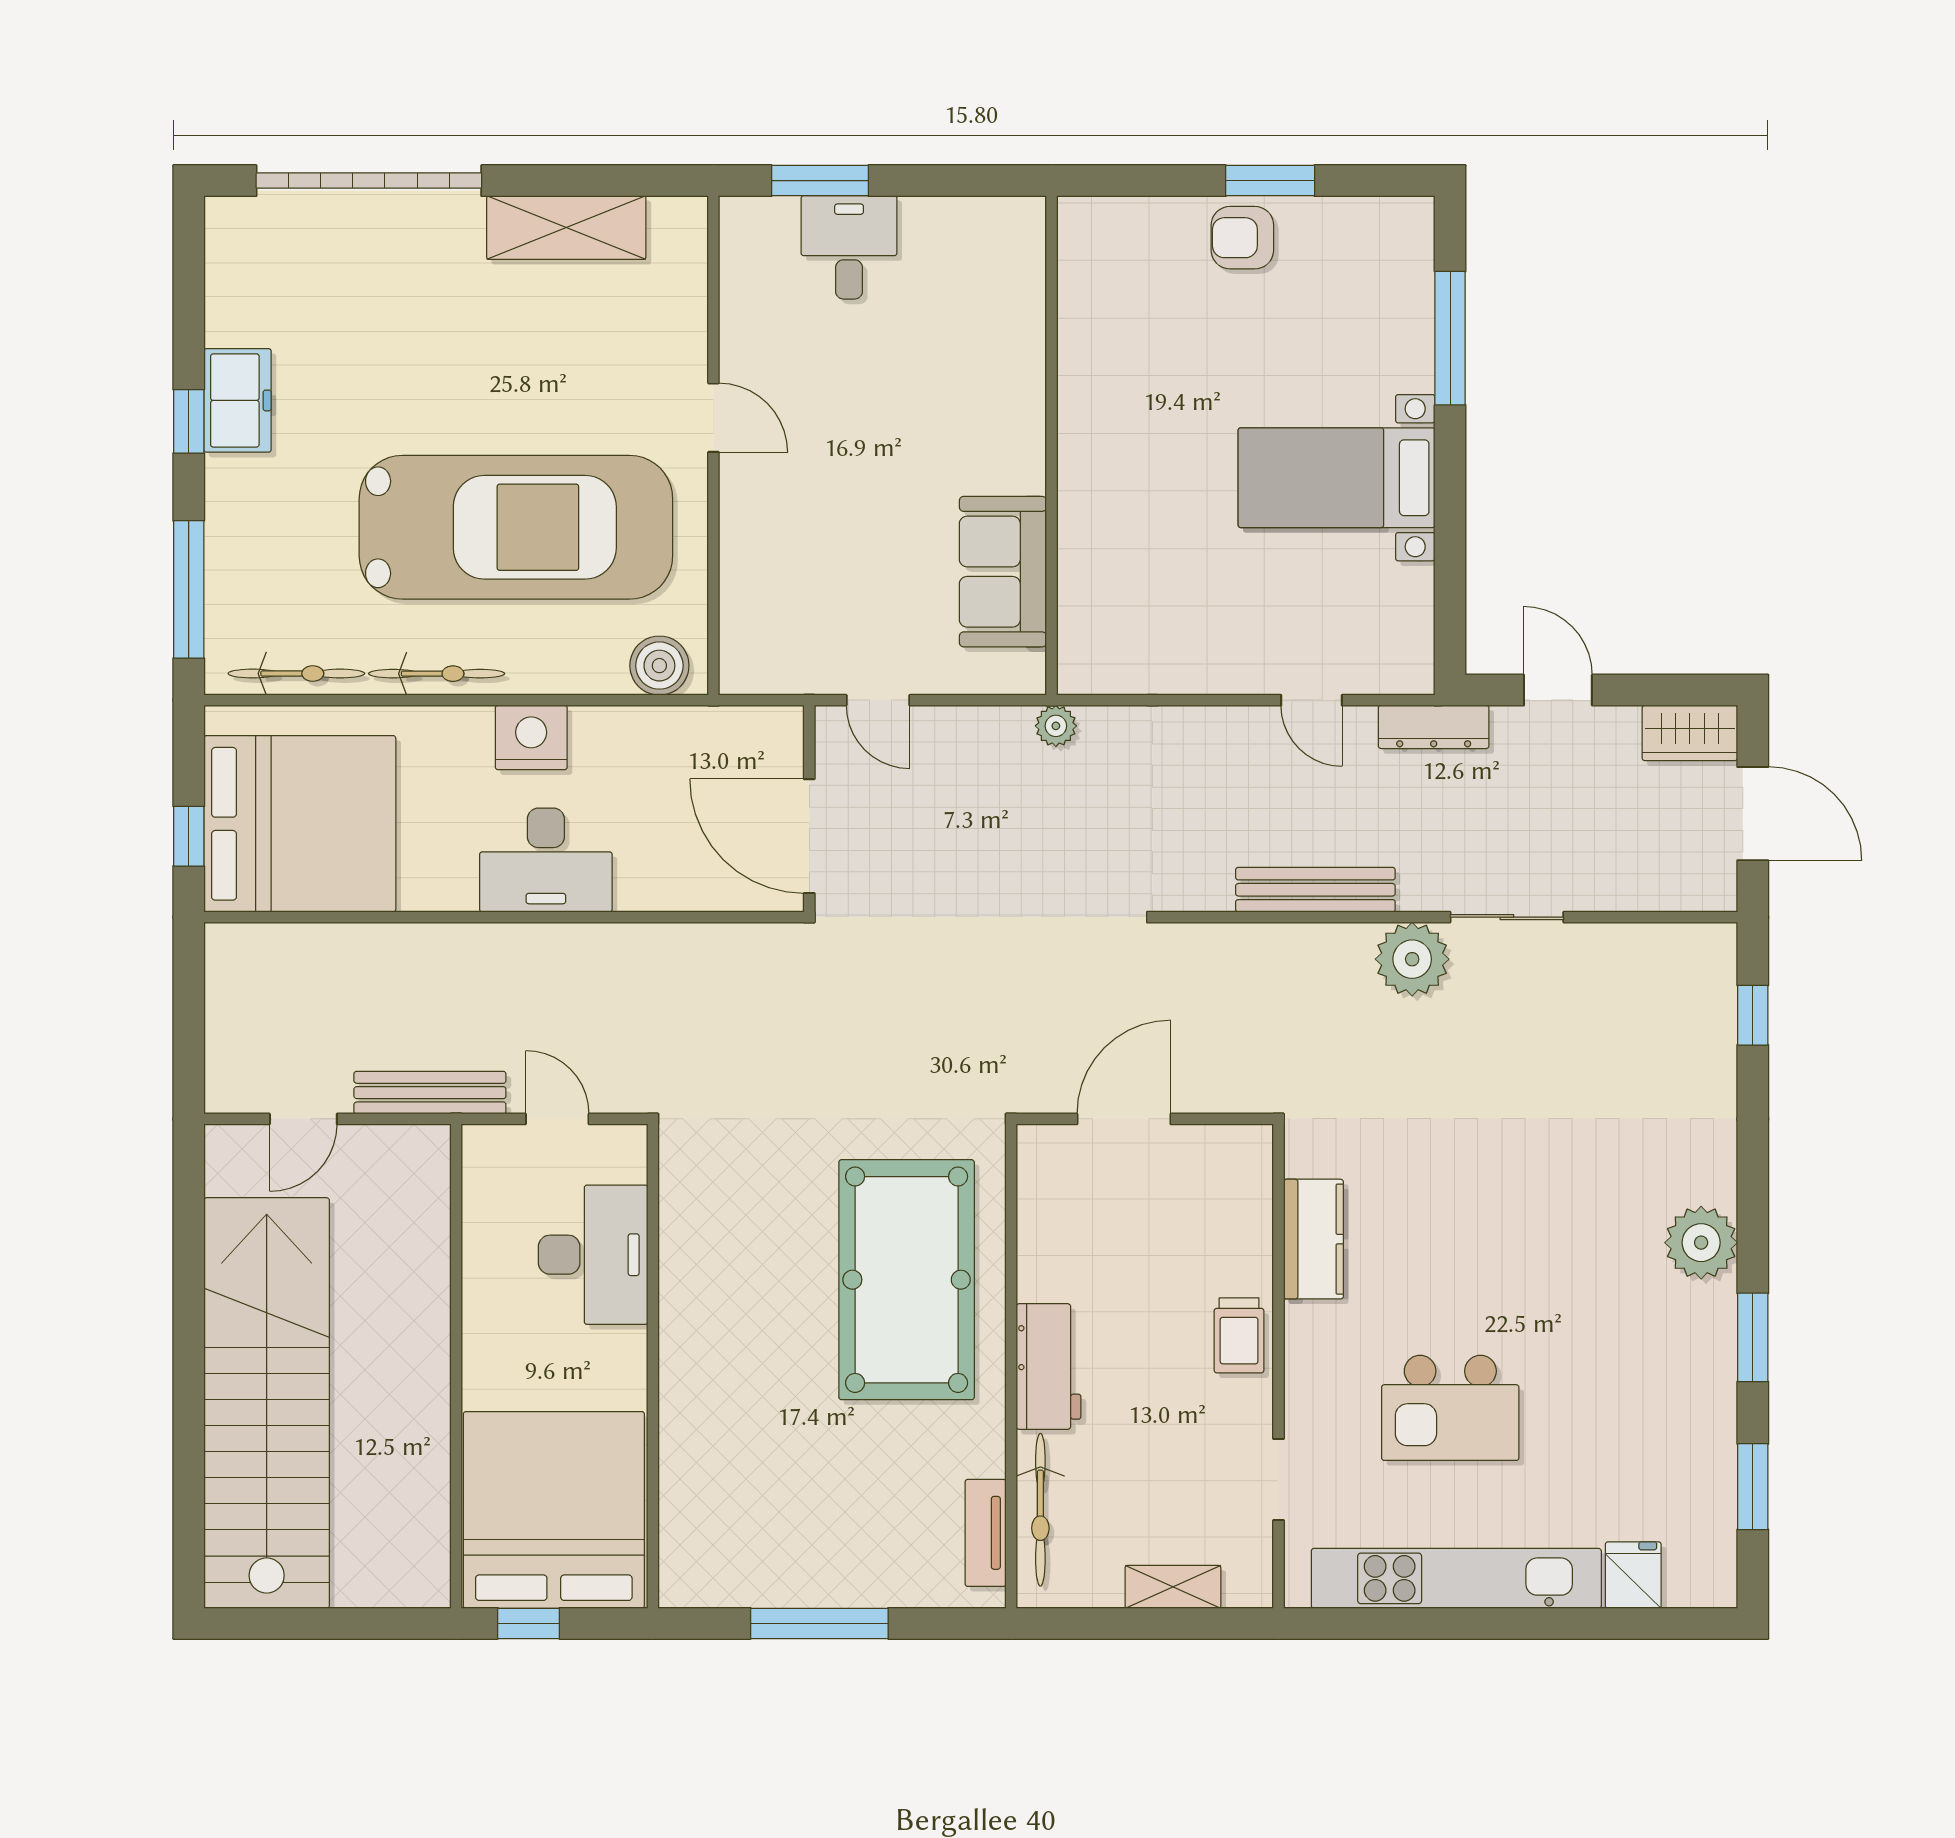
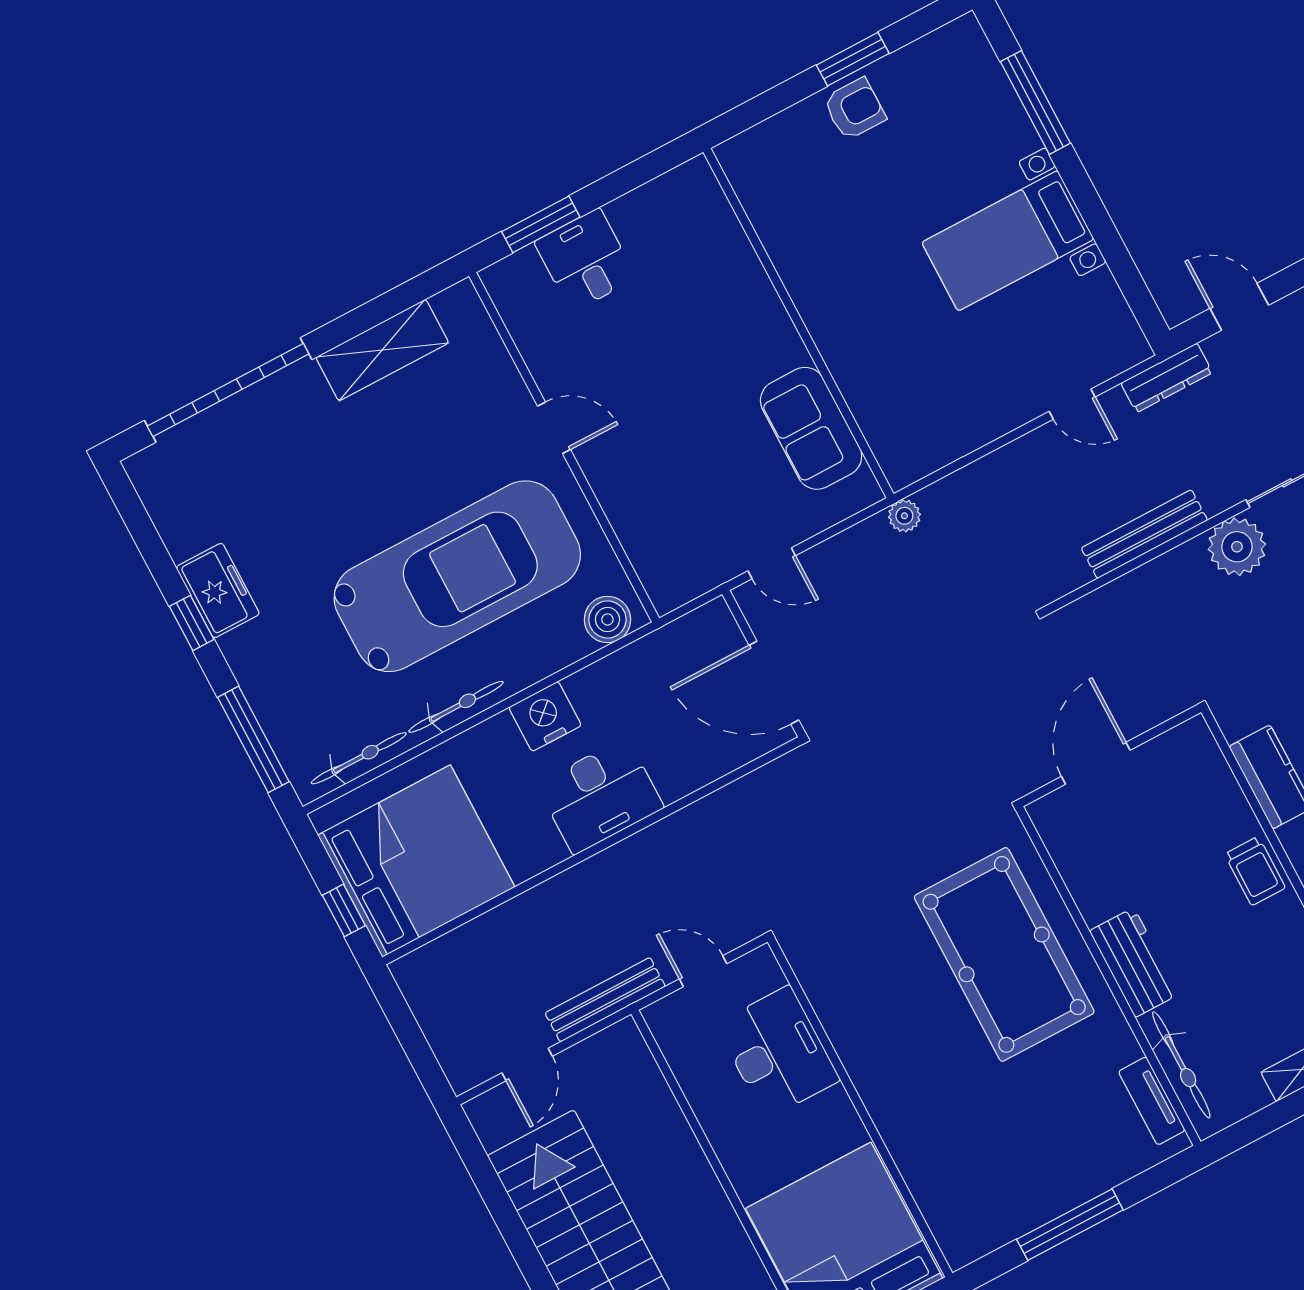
armchair: (1242, 238) -> (855, 109), turned 180

